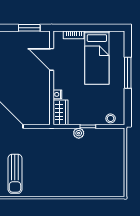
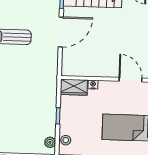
door: (52, 59) -> (130, 80), hinge flipped
plant: (79, 133) -> (50, 142), moved

